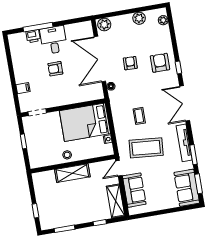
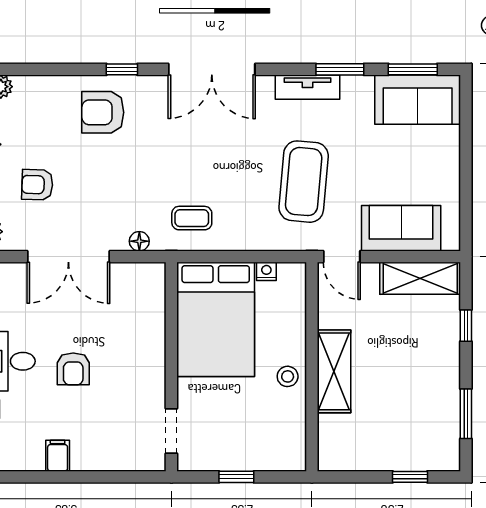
double door: (100, 59) -> (68, 257), width x0.73
armchair: (130, 63) -> (37, 185), moved
filing cabinet: (23, 88) -> (58, 456), moved
coffee table: (139, 116) -> (192, 218), moved
tv unit: (184, 143) -> (307, 87), width x0.71

